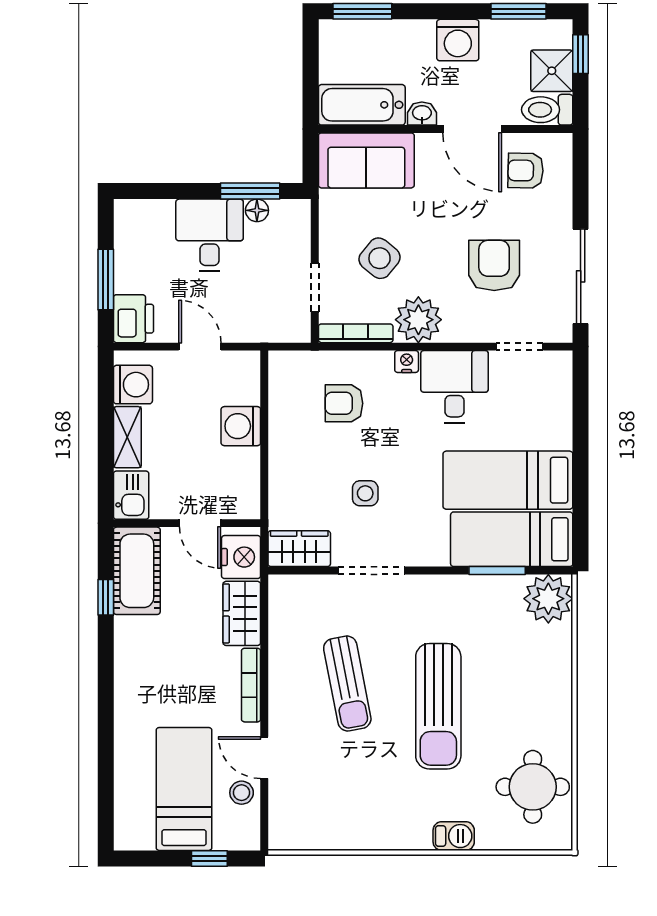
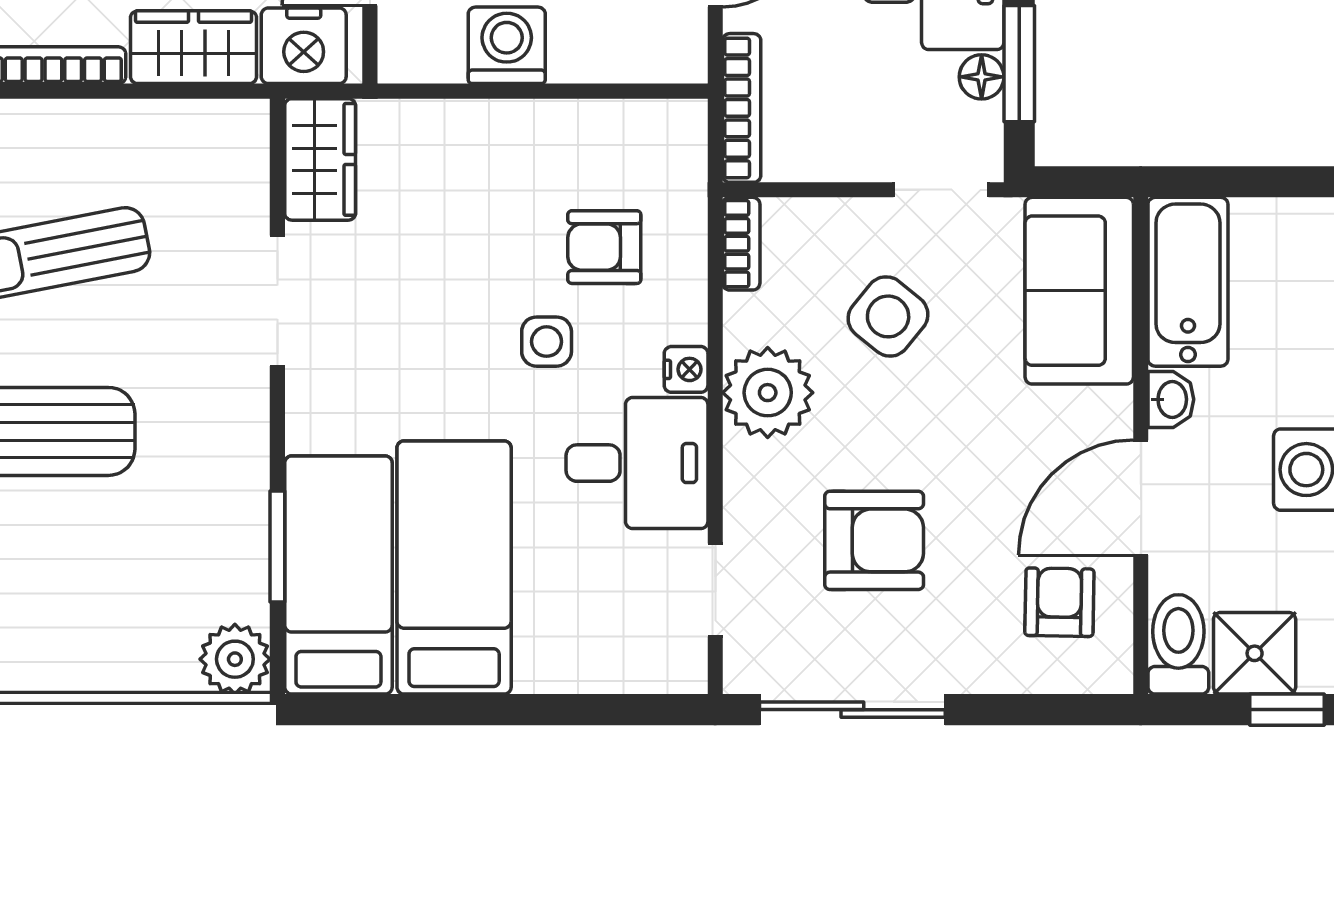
doorway: (315, 287) -> (941, 190), moved
bookcase: (273, 333) -> (742, 108), added
bookcase: (356, 333) -> (741, 244), width x0.64
armchair: (344, 403) -> (604, 247), turned -90
washing machine: (241, 426) -> (507, 45), moved
side table: (365, 493) -> (547, 342), moved
plant: (548, 599) -> (235, 659), width x0.73, depth x0.73

